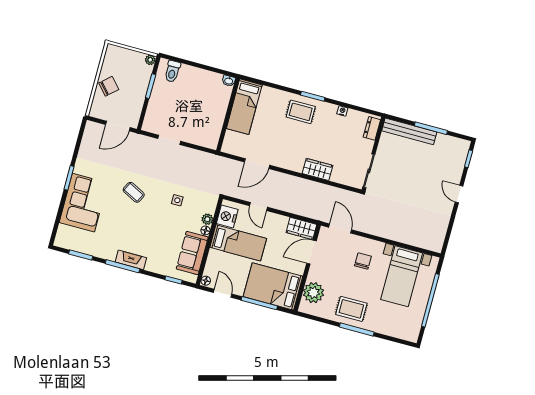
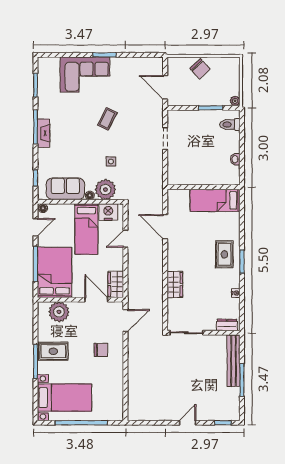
washbasin: (229, 81) -> (235, 159), moved
plant: (207, 219) -> (106, 189), width x1.87, depth x1.87
bed with nightstands: (402, 276) -> (65, 398), moved, turned 180
rug: (351, 309) -> (53, 351), turned 90

